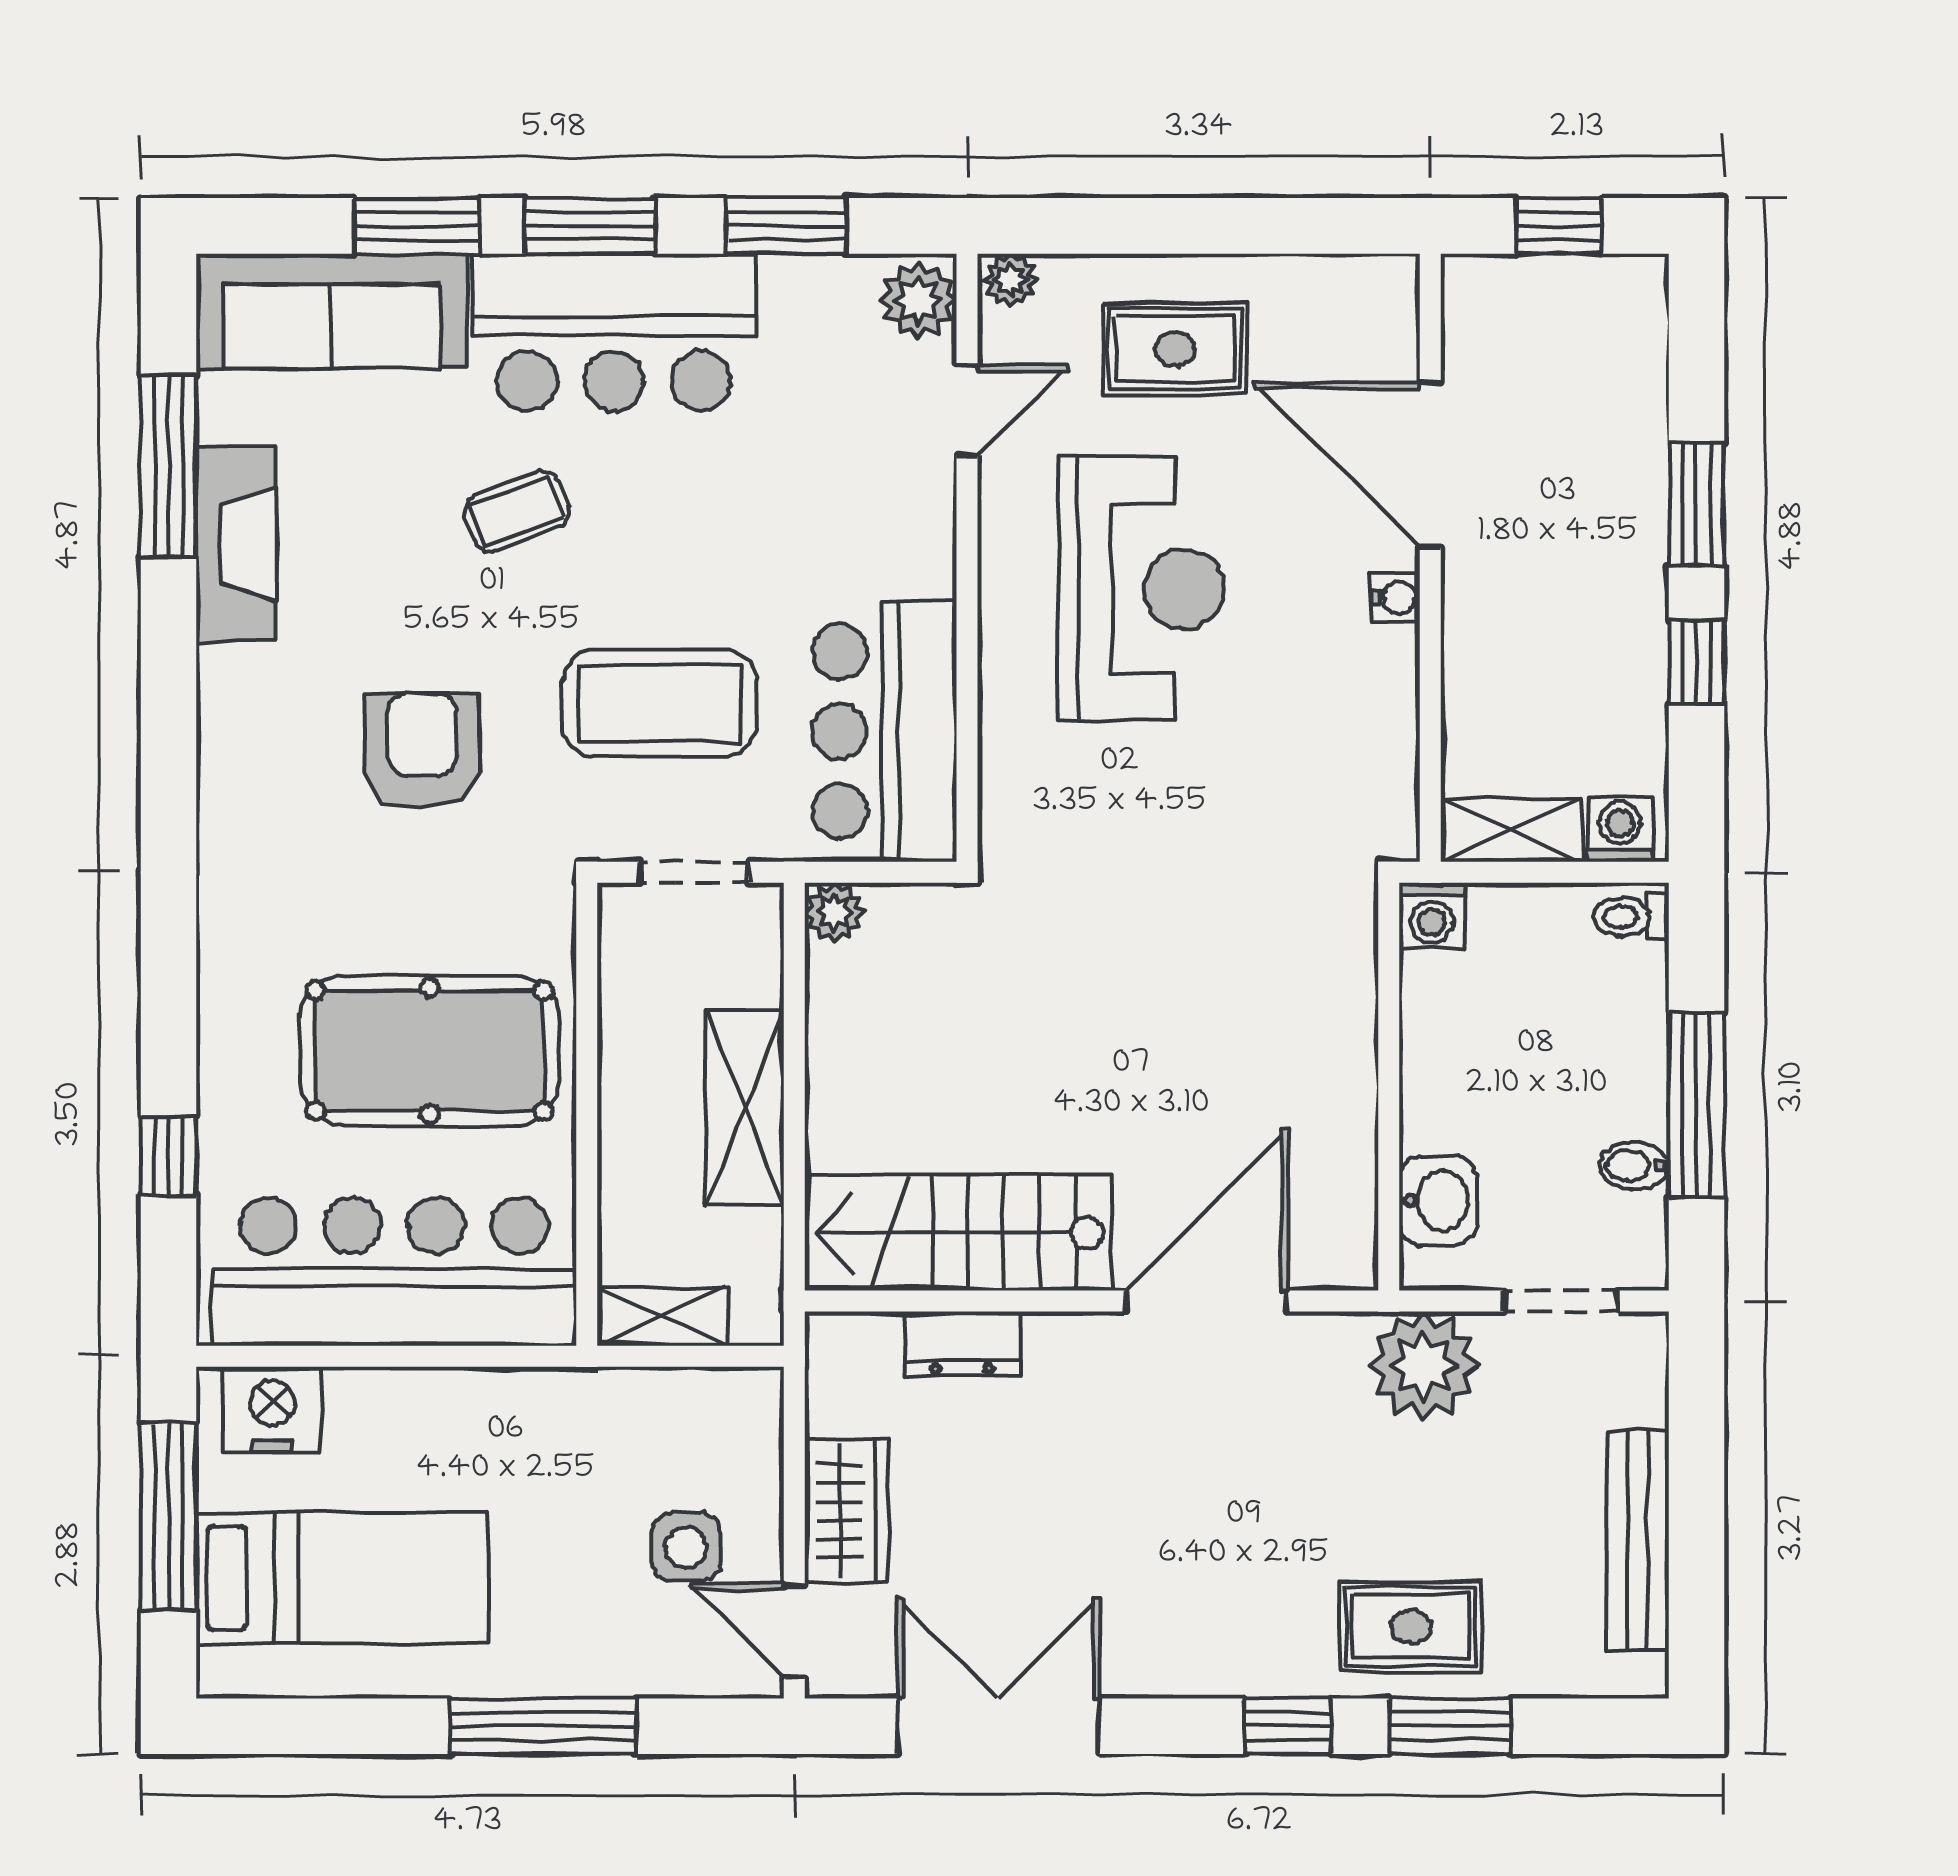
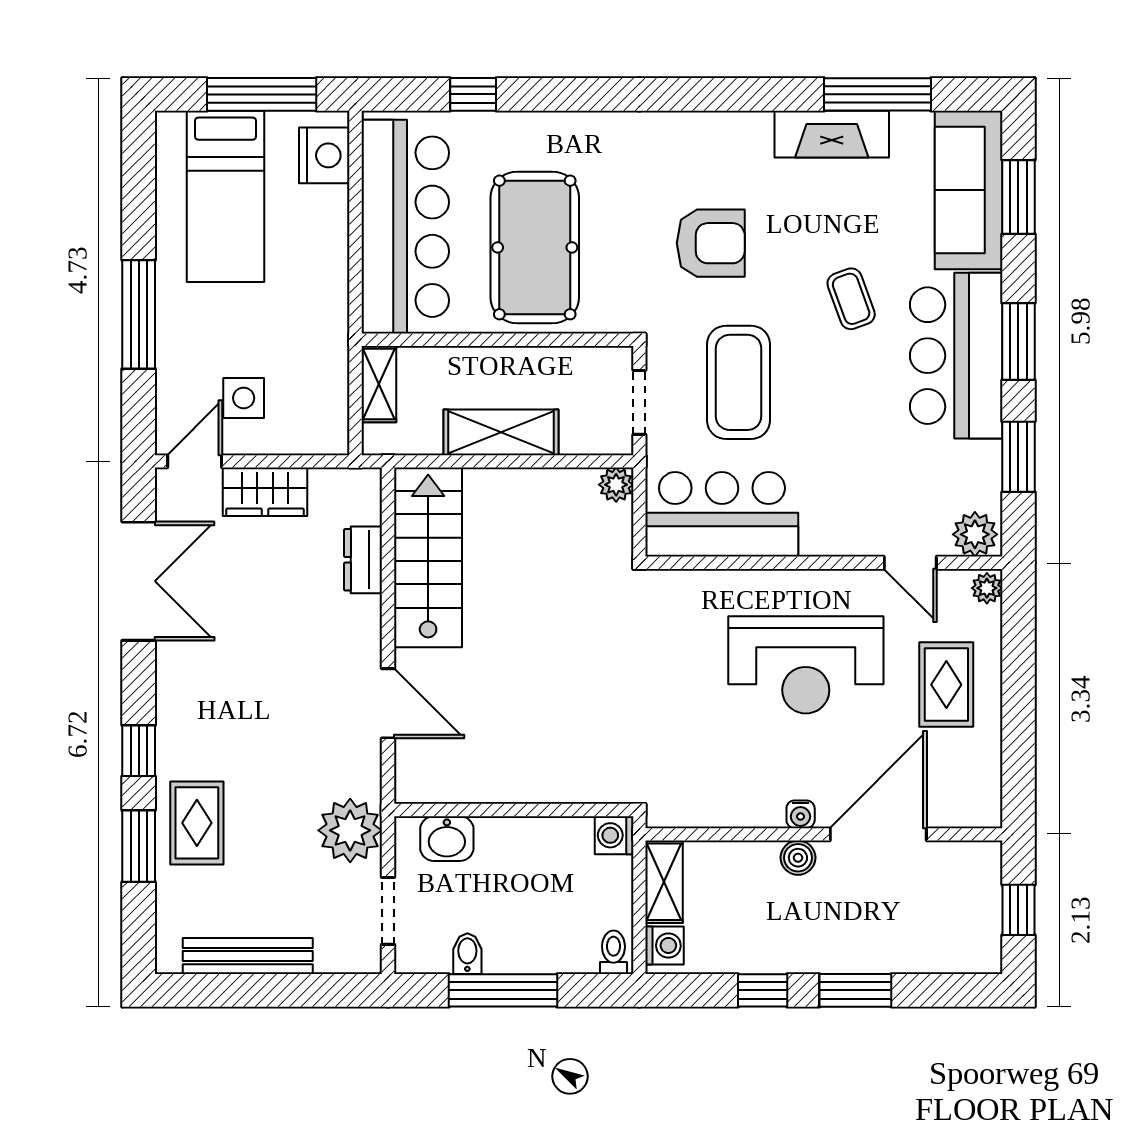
window: (417, 226) -> (1018, 197), moved
boiler: (1470, 602) -> (798, 858), added
door: (1207, 1301) -> (388, 703), width x0.73

